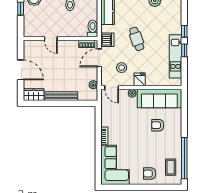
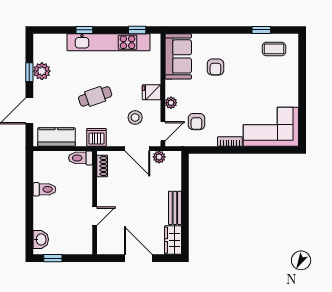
window: (184, 50) -> (137, 30), moved
kitchen unit: (175, 56) -> (109, 42), width x1.36
door: (99, 58) -> (137, 149), moved
door: (21, 70) -> (138, 258), hinge flipped
bench: (61, 96) -> (175, 208), width x0.73
sofa: (159, 98) -> (178, 56), width x0.73
window: (184, 158) -> (261, 30), width x0.32
armchair: (150, 174) -> (196, 122), moved

